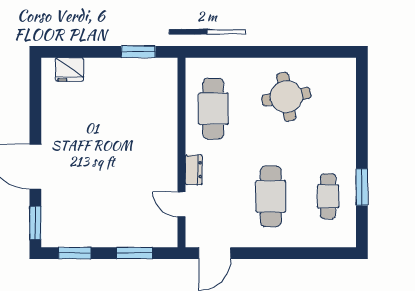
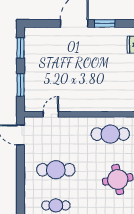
dresser: (194, 170) -> (72, 122), removed
window: (35, 223) -> (105, 23), moved

